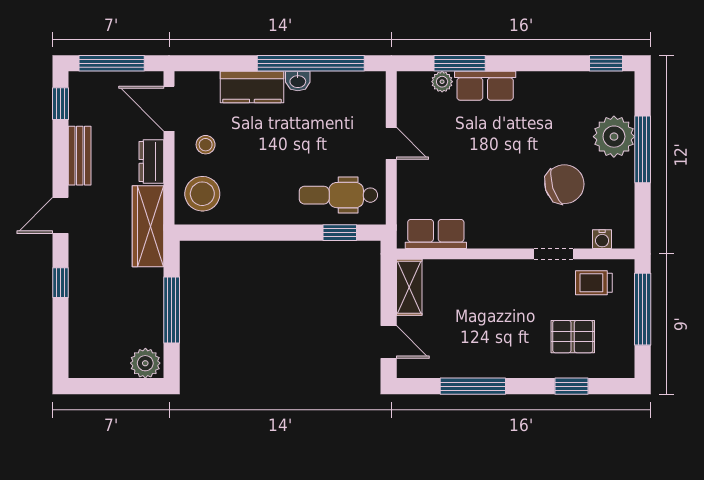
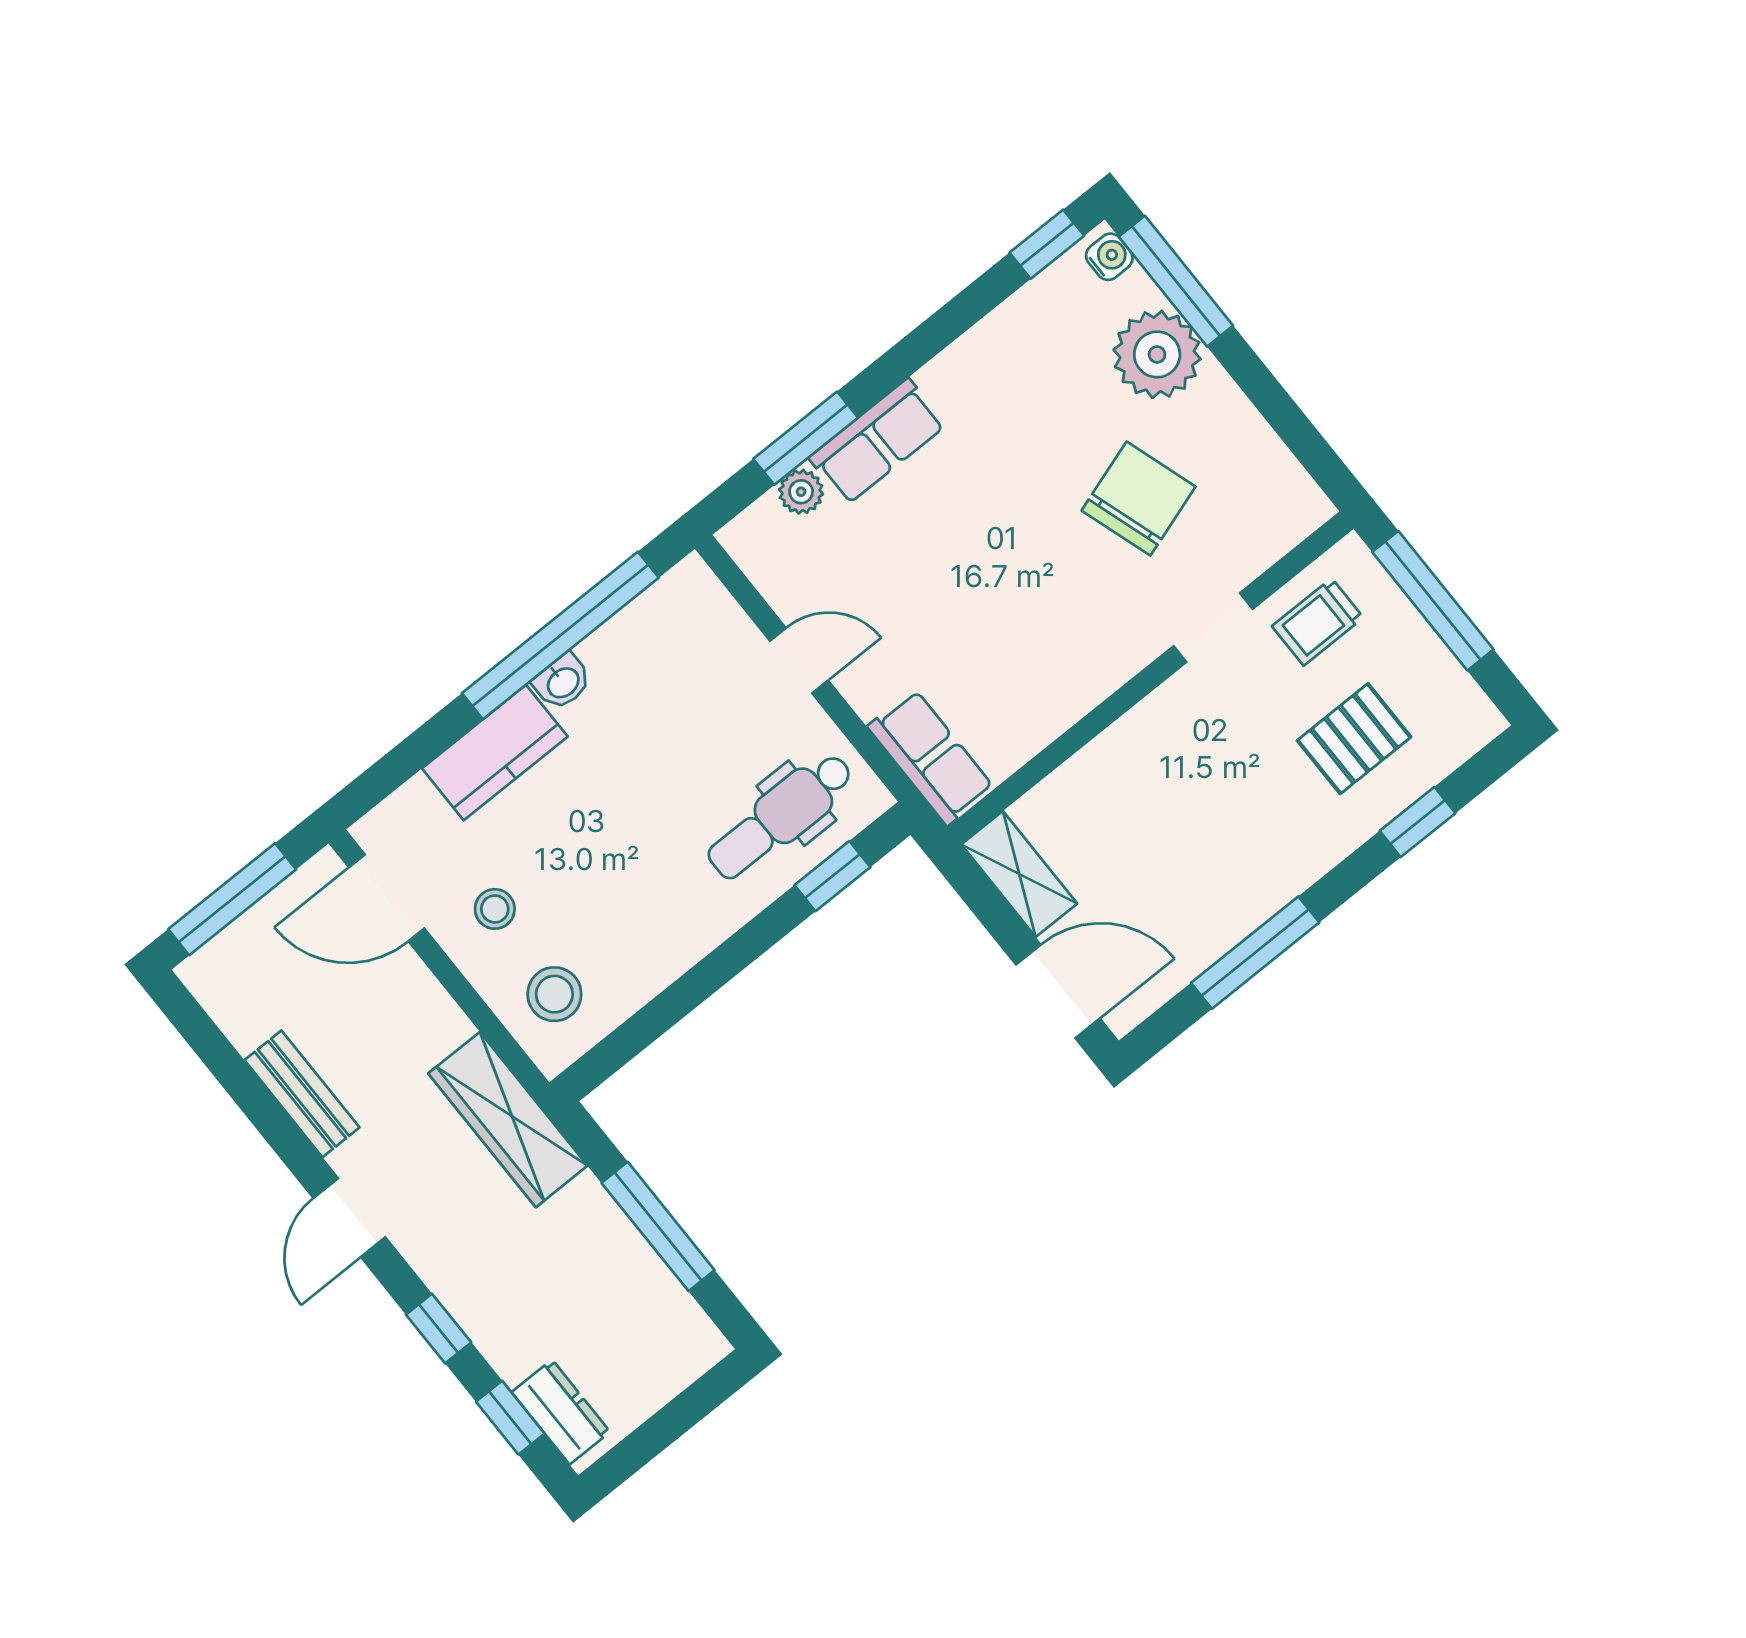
window: (61, 104) -> (510, 1418), moved
window: (643, 149) -> (1176, 281), moved
dresser: (151, 161) -> (561, 1412), moved, turned 180
stool: (202, 194) -> (554, 994), width x0.73, depth x0.73
row of seats: (436, 234) -> (931, 757), moved, turned 90
water cooler: (602, 239) -> (1109, 257), moved, turned -90
door: (389, 342) -> (1058, 992), width x1.38
plant: (145, 363) -> (685, 1349), removed

